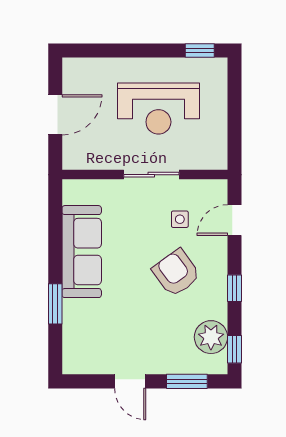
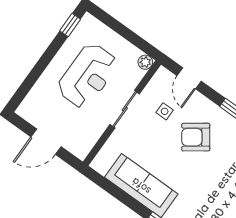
door: (55, 115) -> (46, 142), swing flipped
plant: (218, 160) -> (145, 62), added

